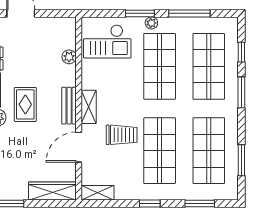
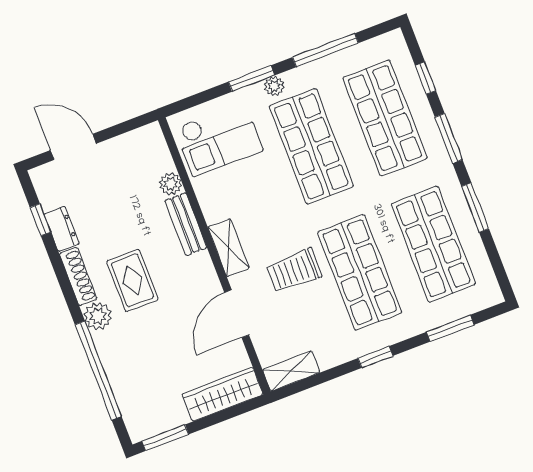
bench: (69, 106) -> (186, 224), moved
trolley: (122, 135) -> (294, 271), turned 180
window: (241, 160) -> (475, 208), moved

